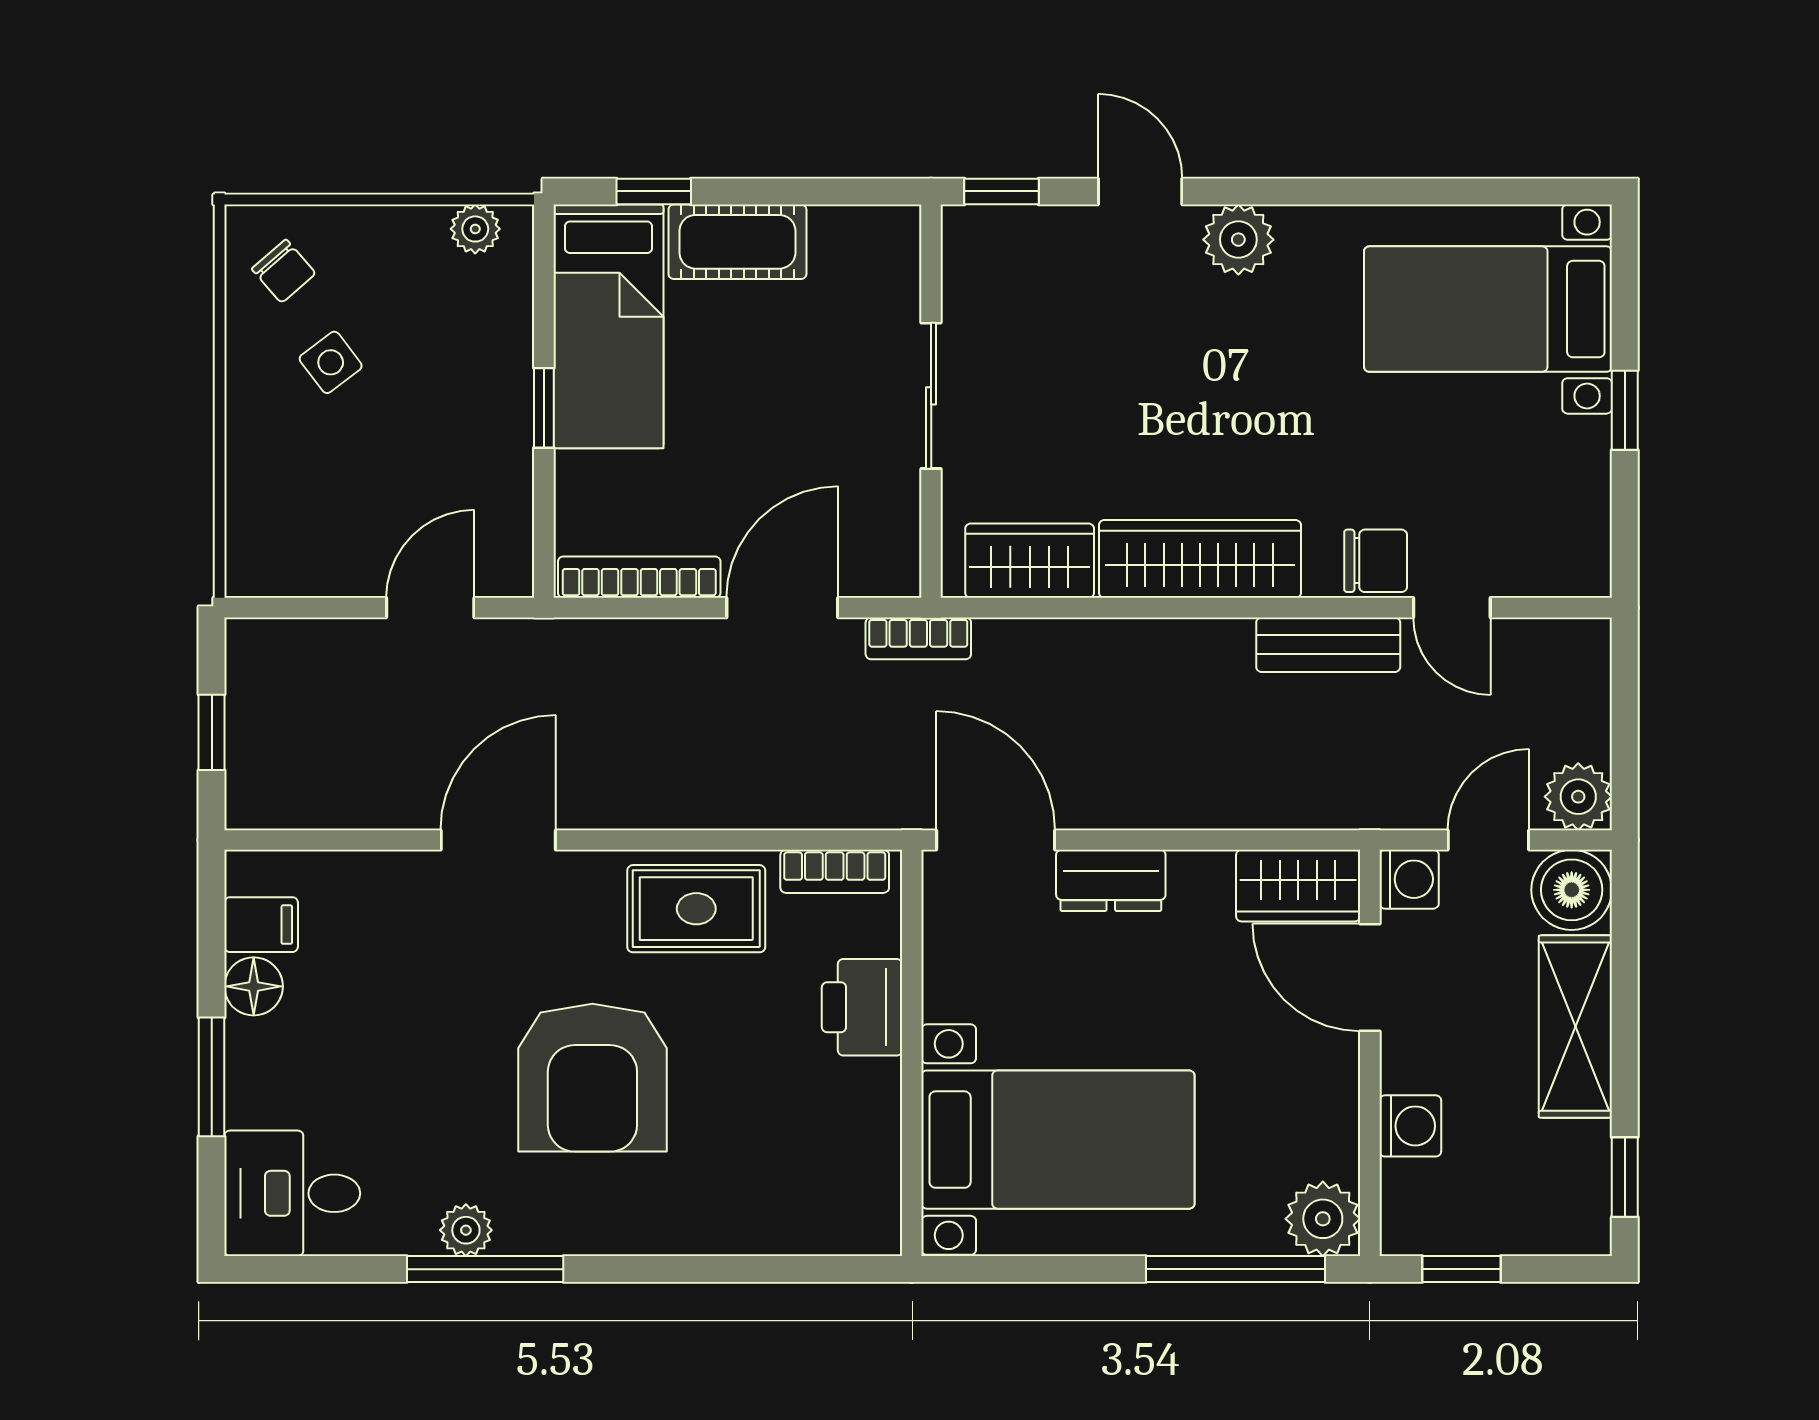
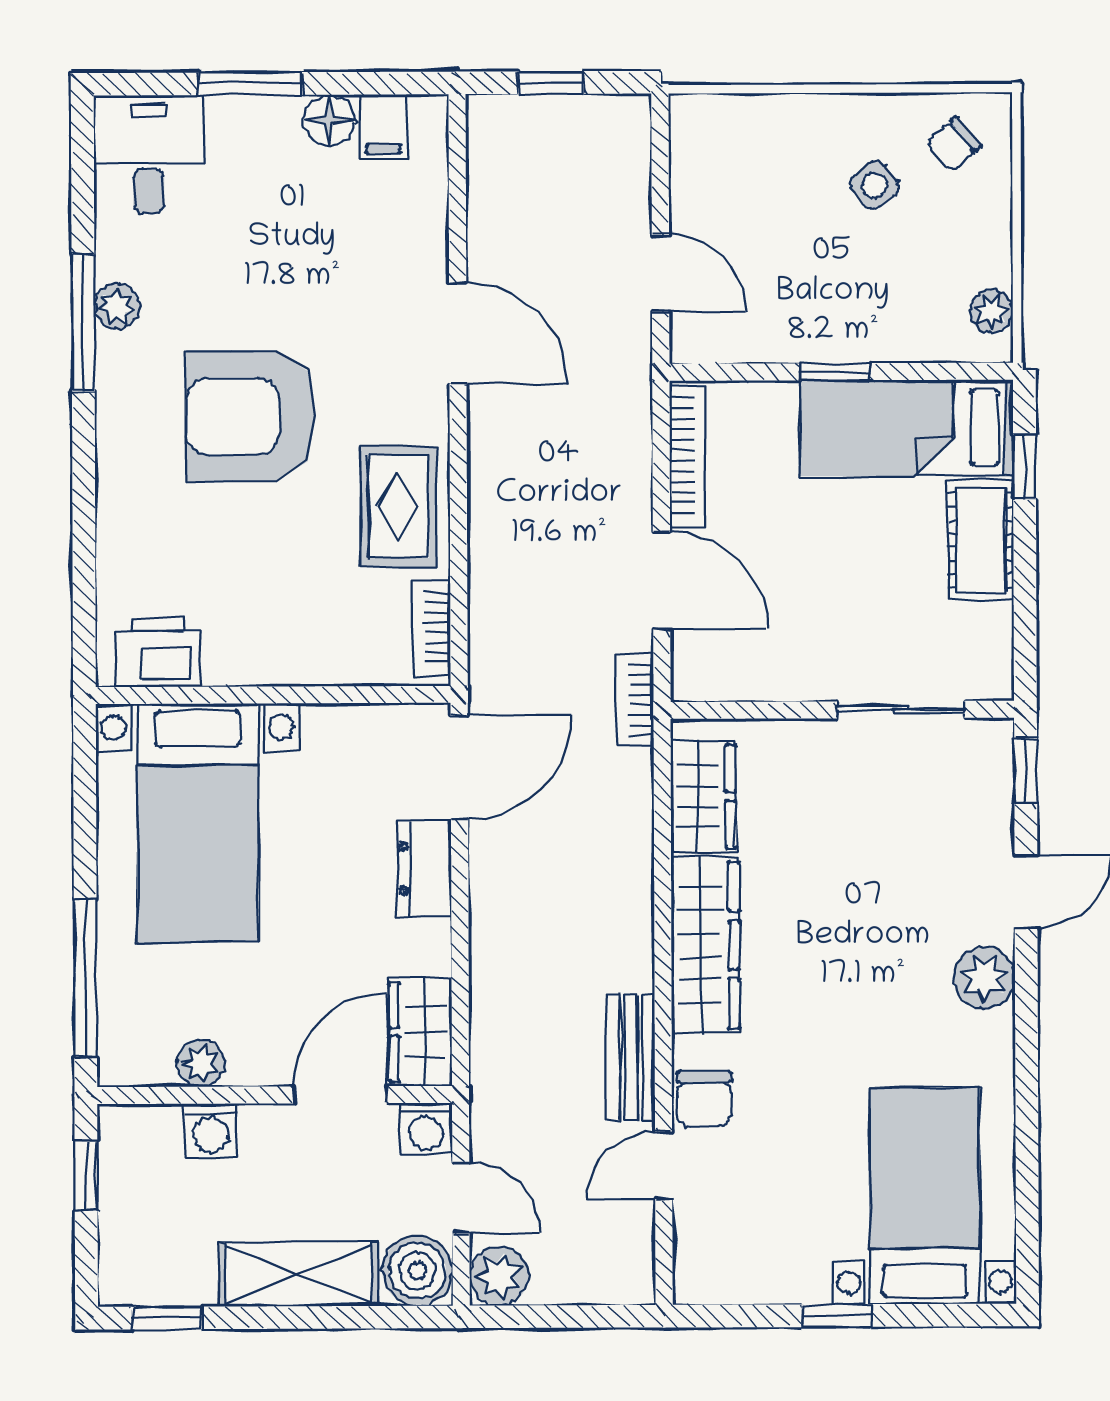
sliding door: (931, 396) -> (901, 710), moved
printer: (862, 1007) -> (158, 652), moved
plant: (1323, 1219) -> (201, 1063), moved, width x0.73, depth x0.73

